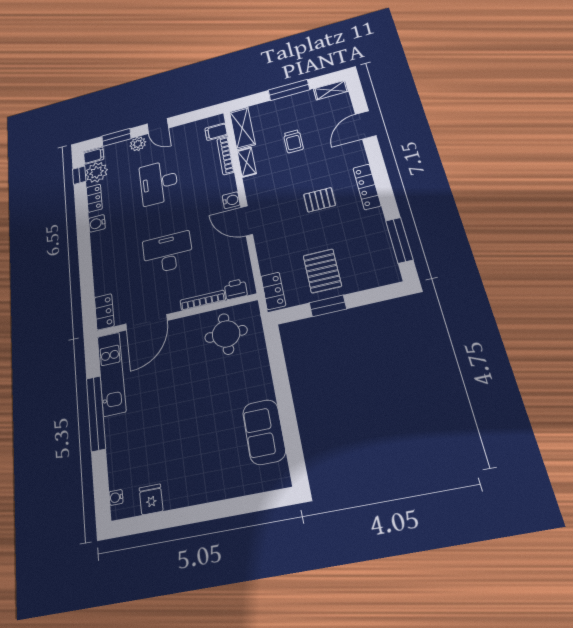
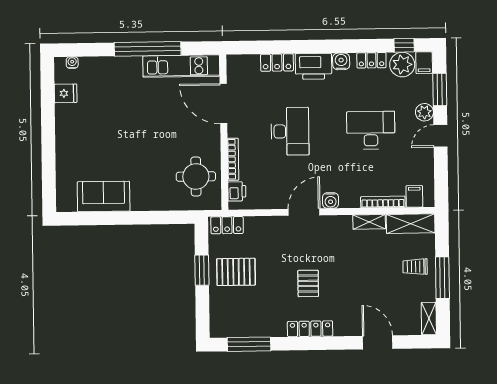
trolley: (293, 141) -> (415, 267), moved
printer: (103, 246) -> (313, 66), added
locker: (104, 312) -> (277, 63), moved

